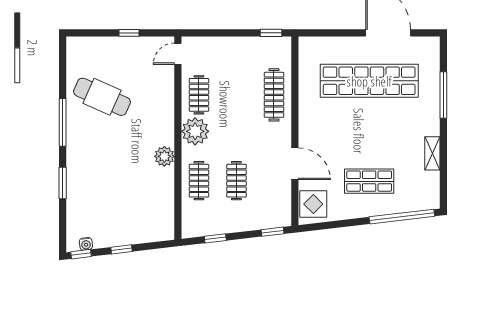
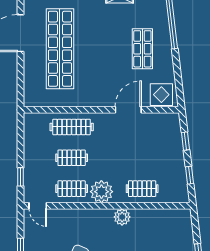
window: (271, 33) -> (21, 177), moved
clothes rail: (236, 181) -> (72, 158), moved
window: (273, 232) -> (186, 141), moved

